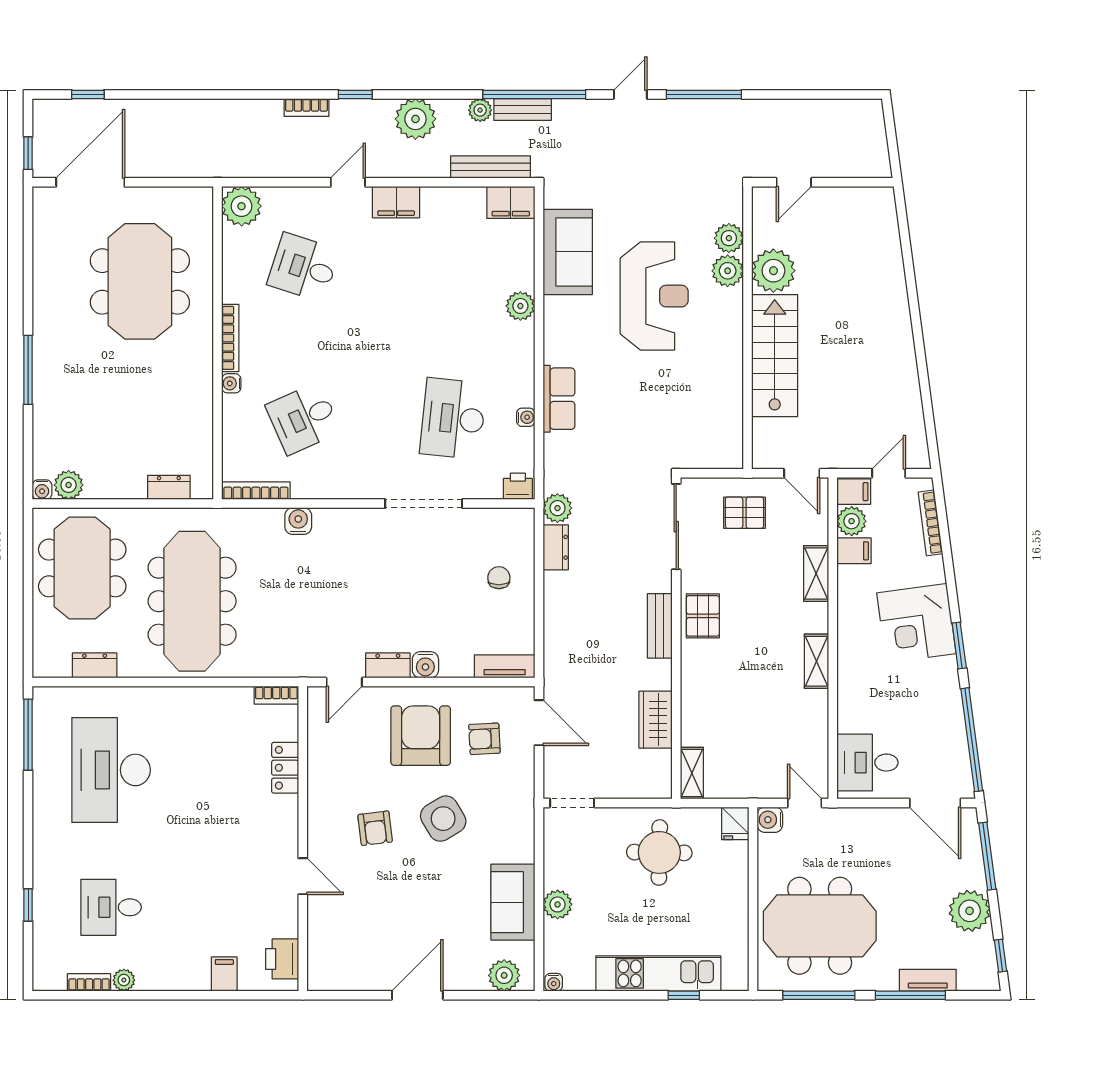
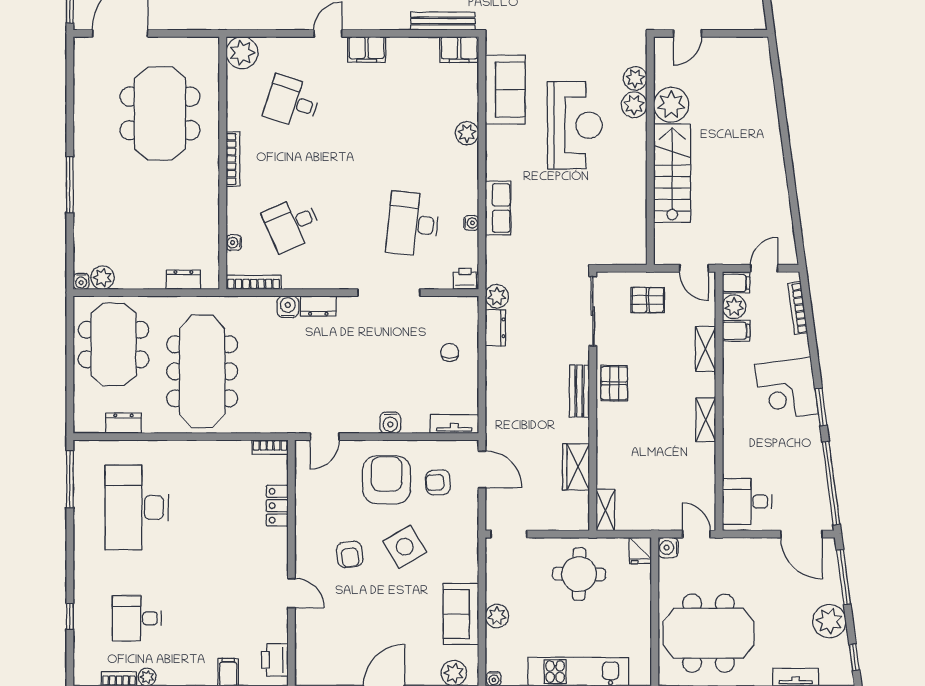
water cooler: (231, 383) -> (234, 243), moved
dresser: (388, 665) -> (318, 306), moved, turned 180

